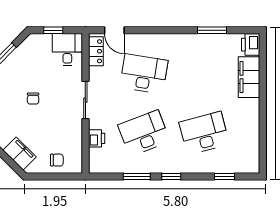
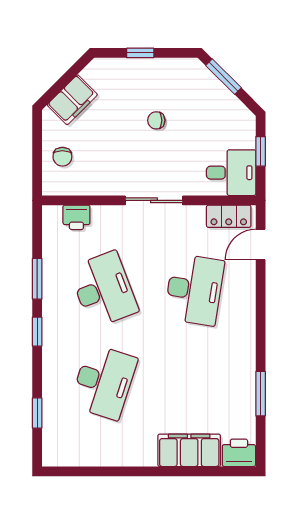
desk: (204, 133) -> (104, 382), turned 33
printer: (97, 138) -> (76, 217), moved

